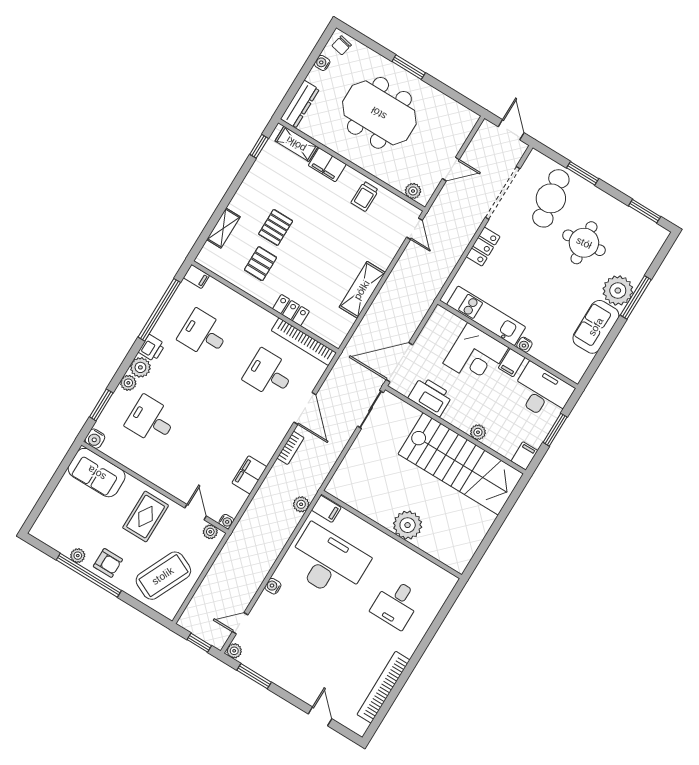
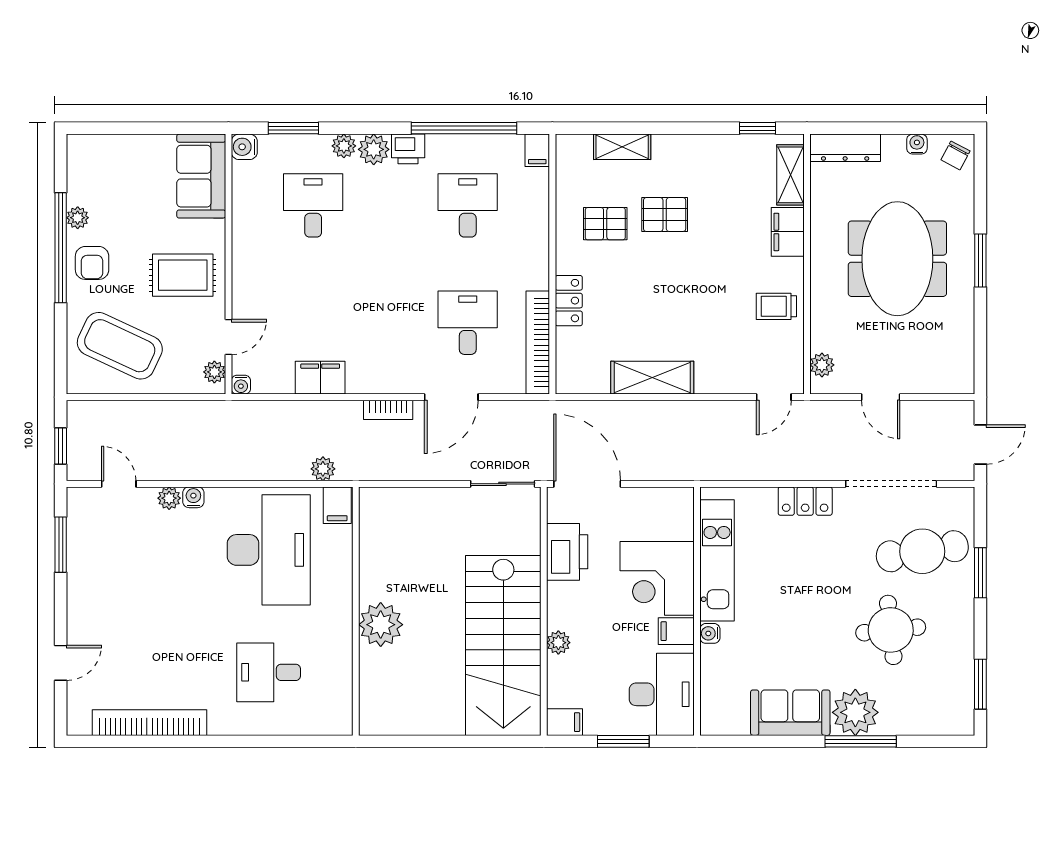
chair: (342, 45) -> (955, 155), turned -74
plant: (234, 651) -> (169, 498), moved

